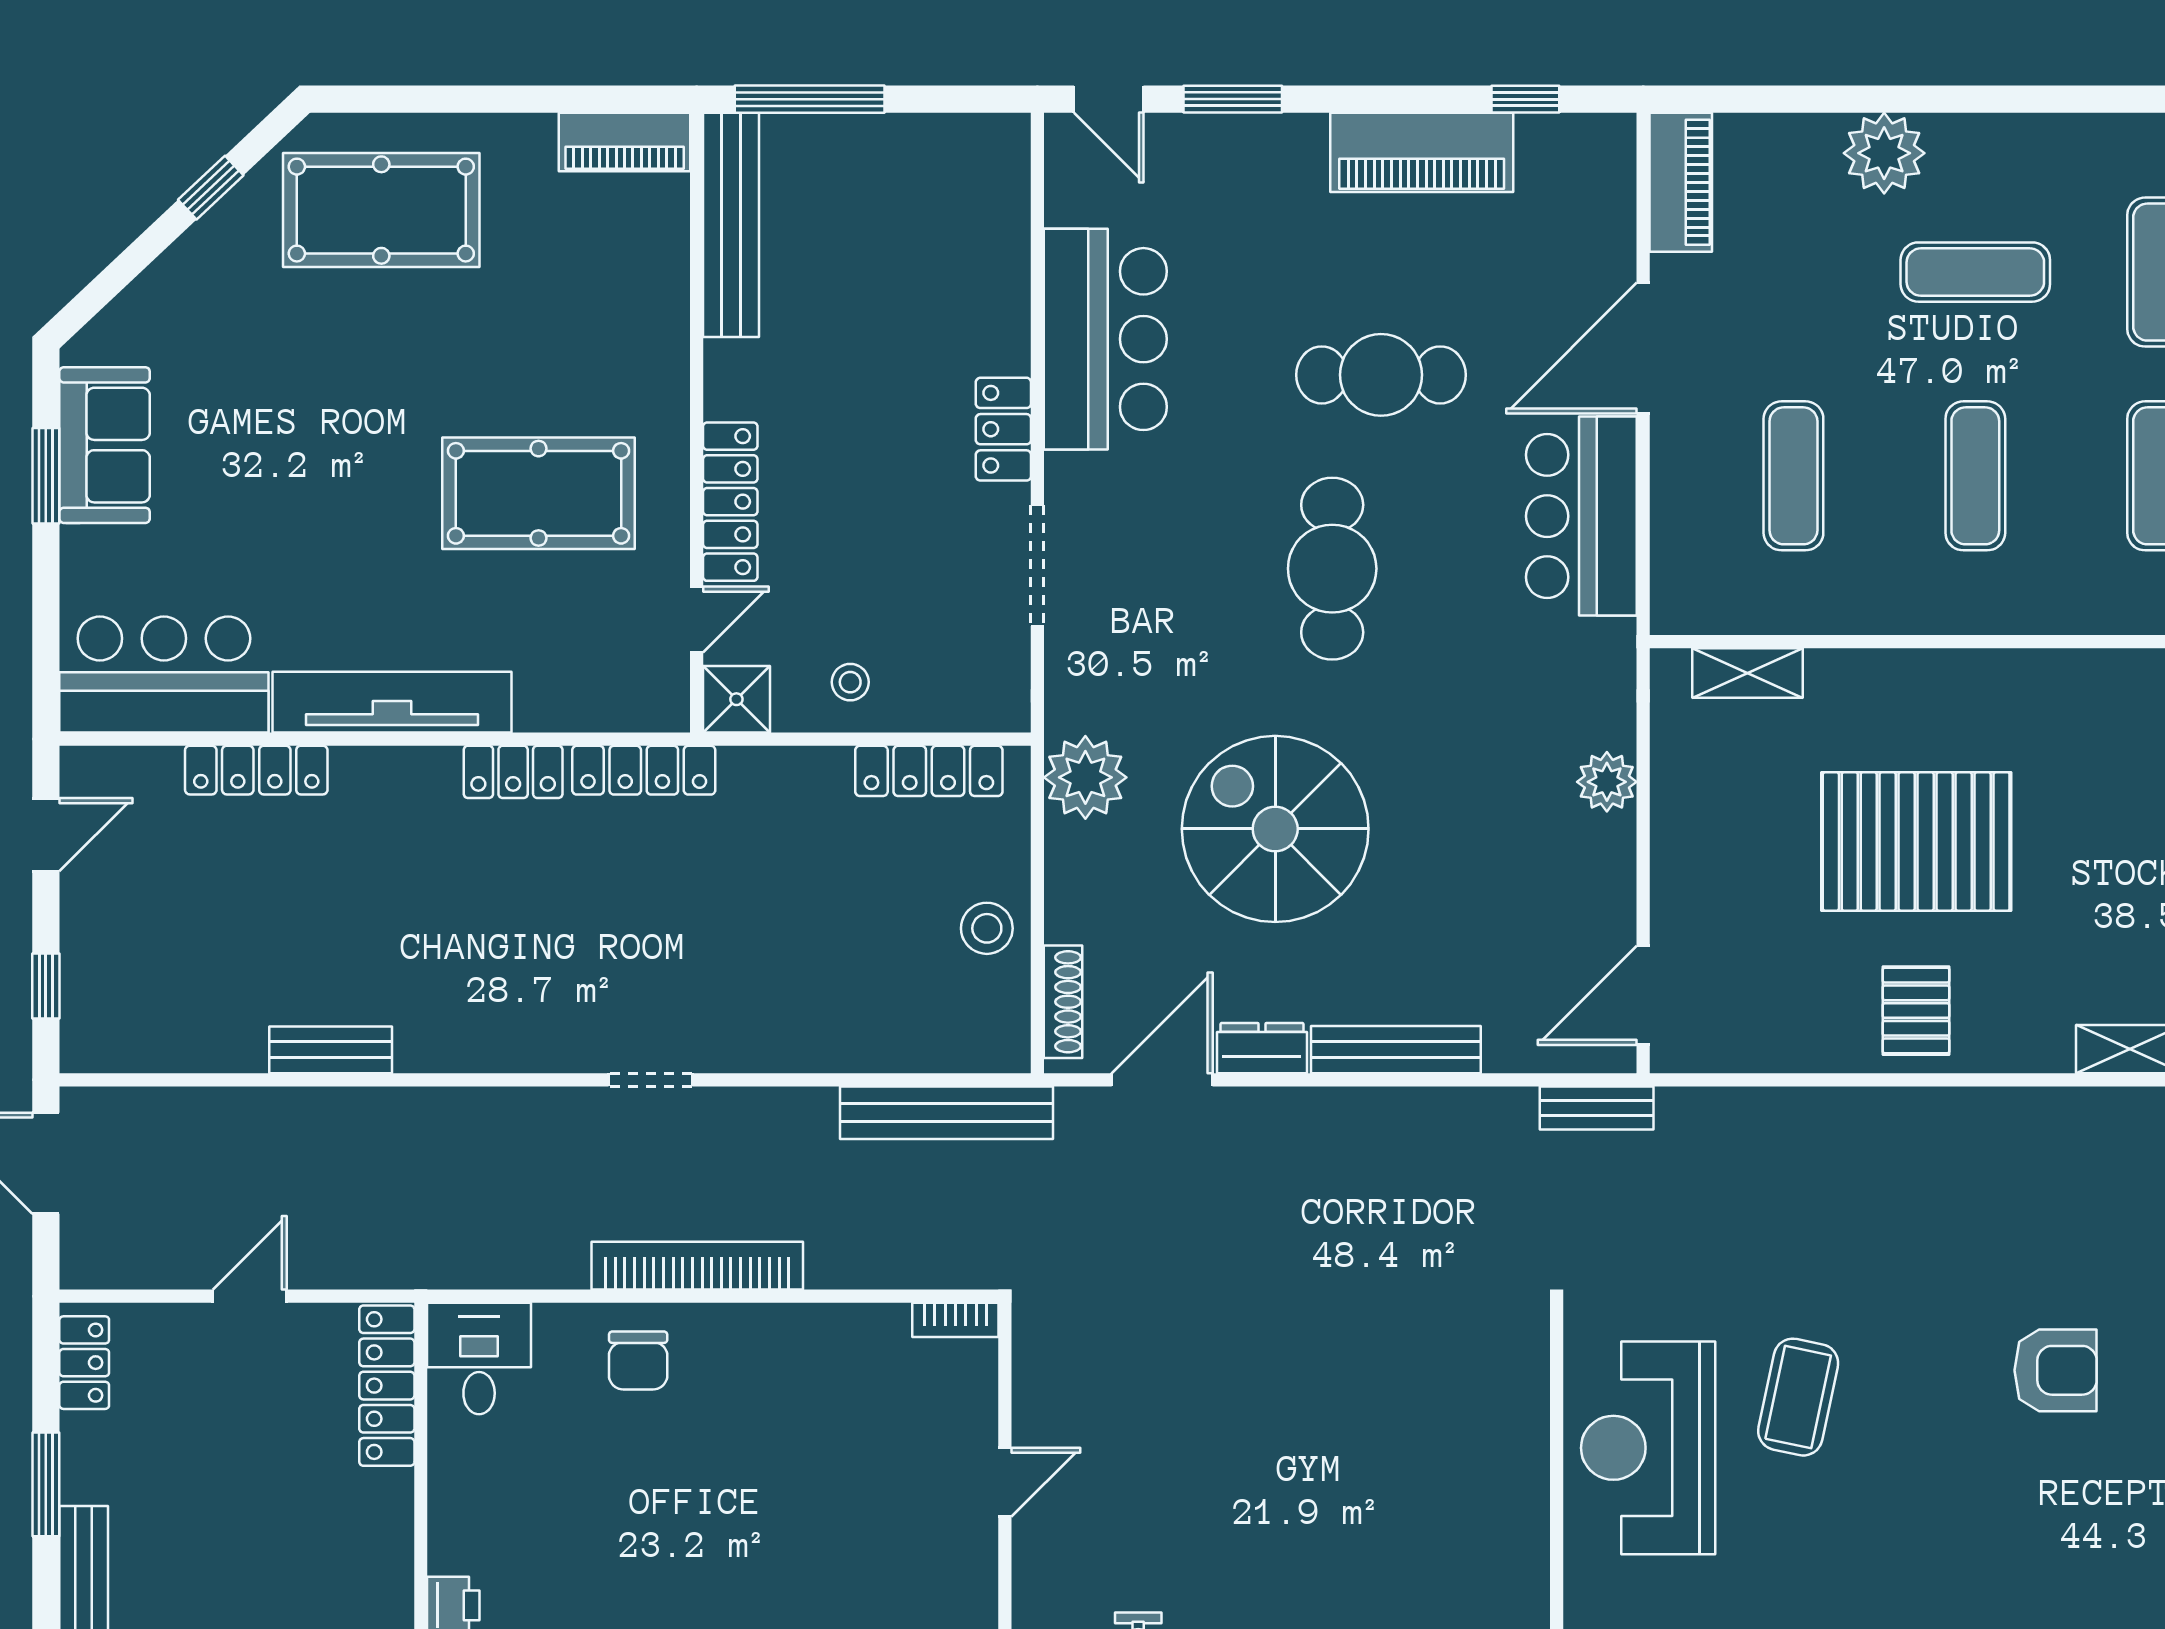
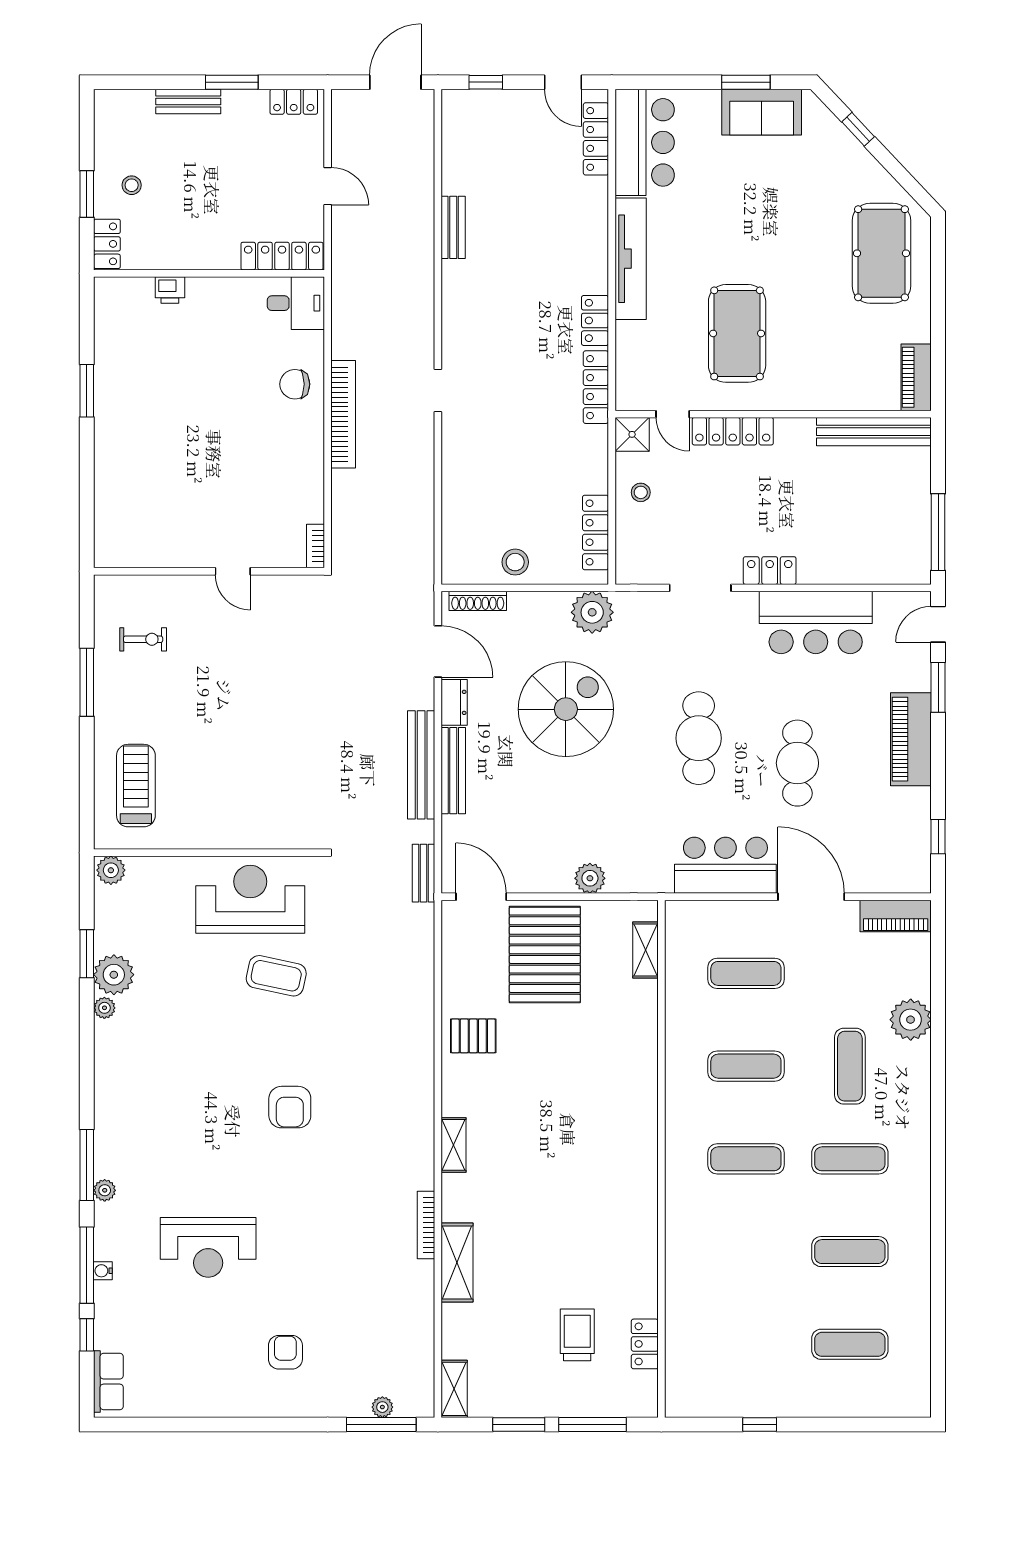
window: (810, 99) -> (938, 532), moved
piano: (1422, 152) -> (911, 739), moved
window: (211, 188) -> (858, 129), moved
cafe table: (1332, 569) -> (699, 738), turned 90
locker: (256, 770) -> (596, 139), moved
pallet: (1916, 841) -> (545, 955), moved
bench: (946, 1113) -> (421, 765), moved

